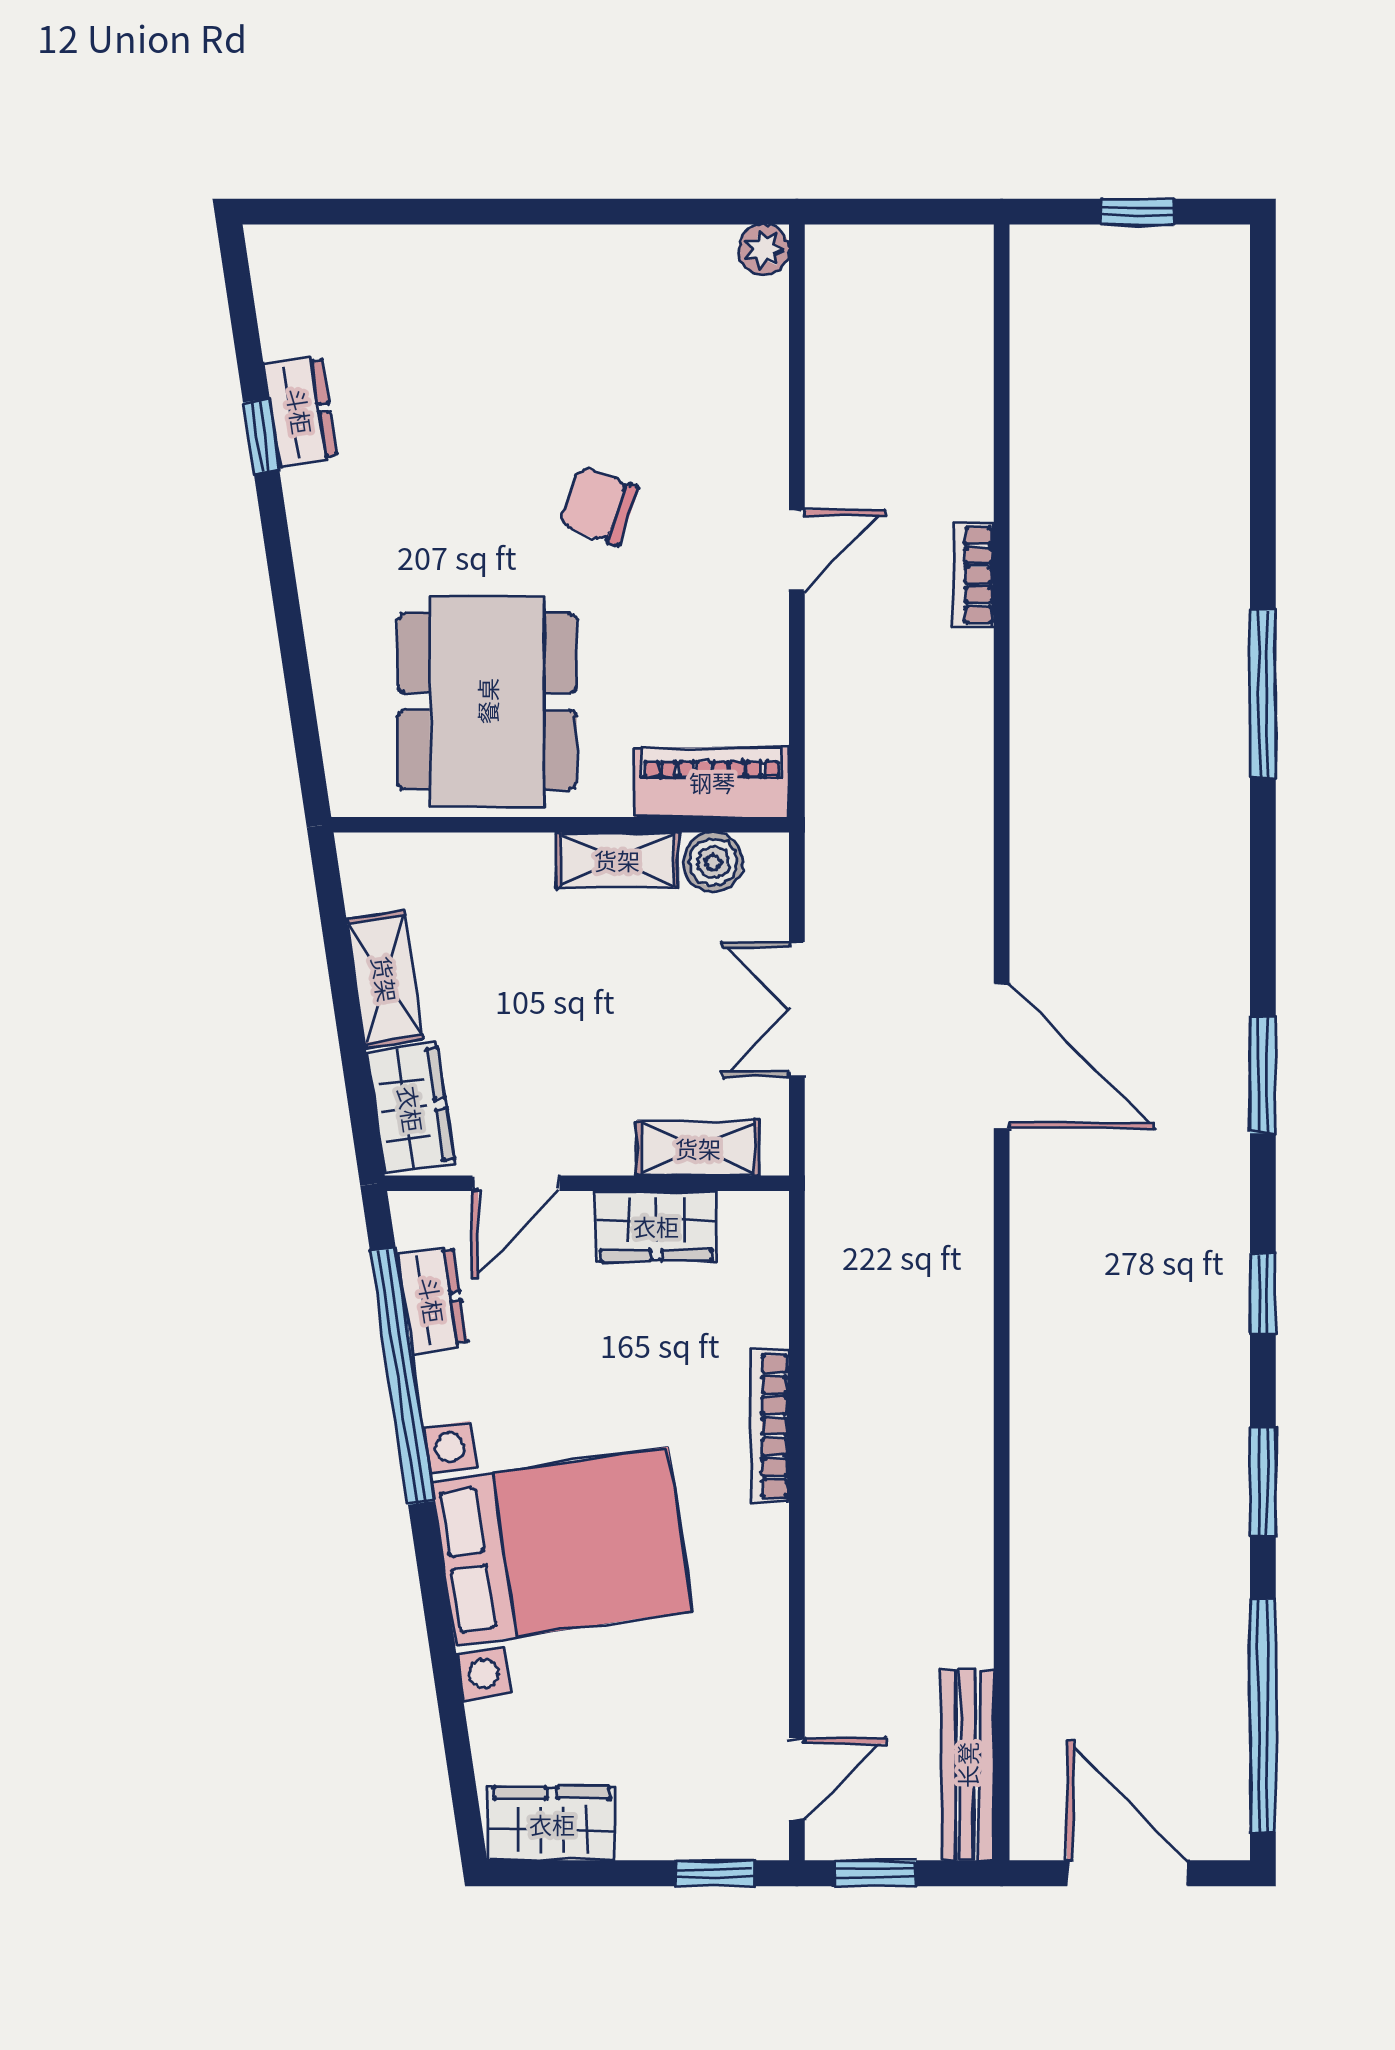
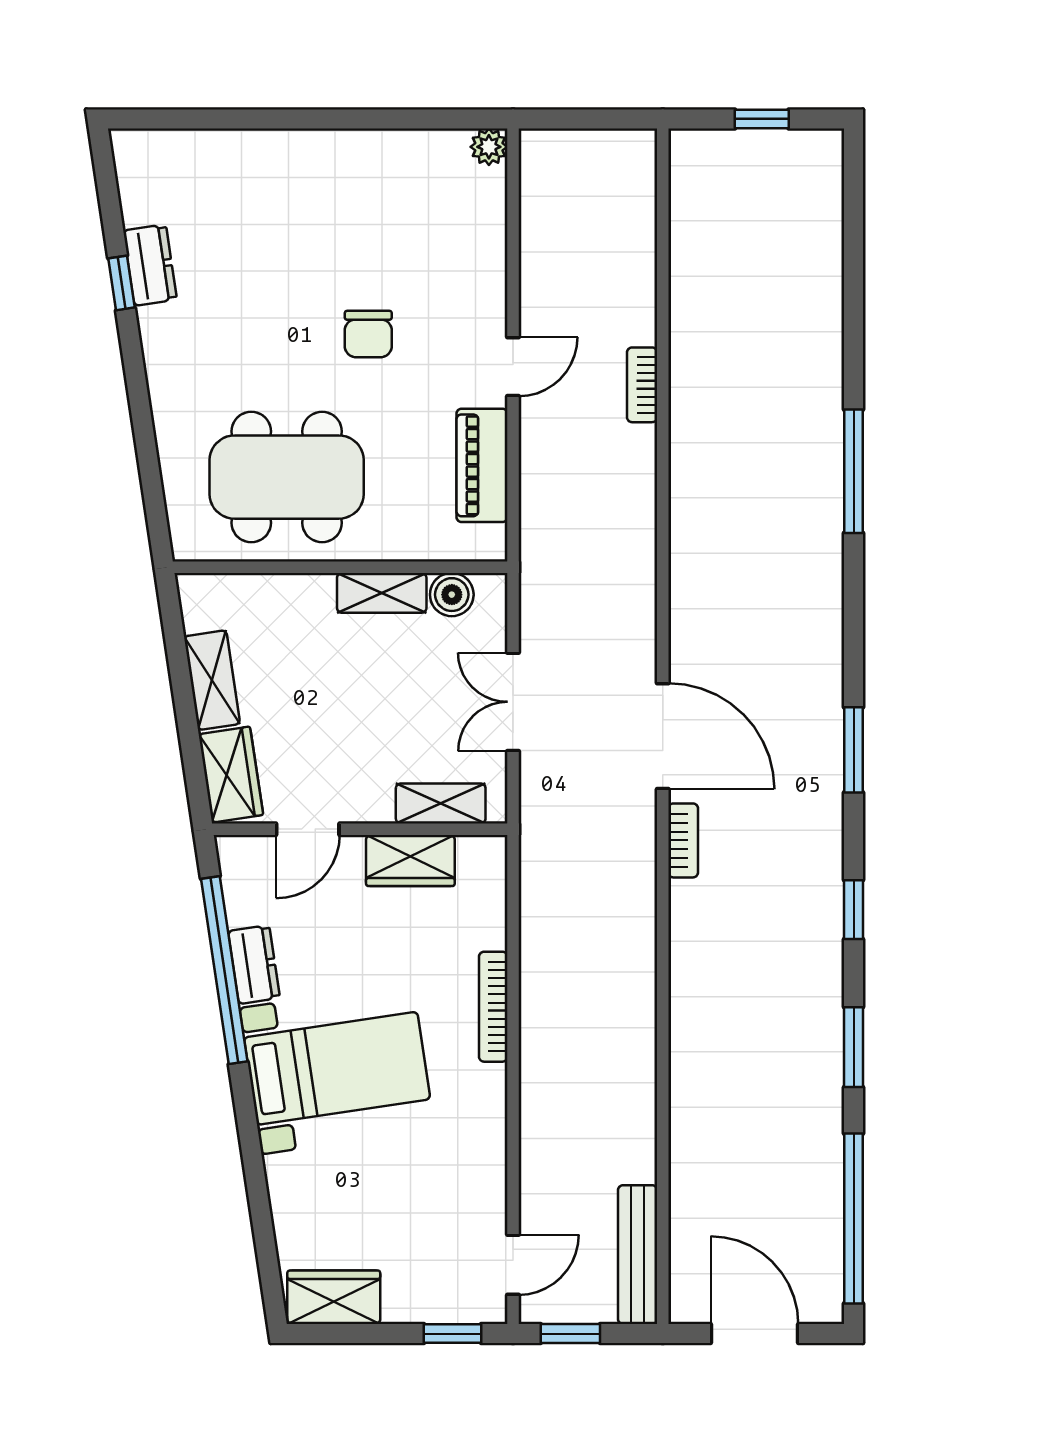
chair: (599, 506) -> (368, 334), turned -110
dining table: (487, 701) -> (287, 477), turned 90
piano: (712, 782) -> (482, 465), moved, turned -90
bookcase: (1030, 1199) -> (683, 840), added
dresser: (432, 1300) -> (254, 965), moved
bed with nightstands: (562, 1547) -> (337, 1068), width x0.73

